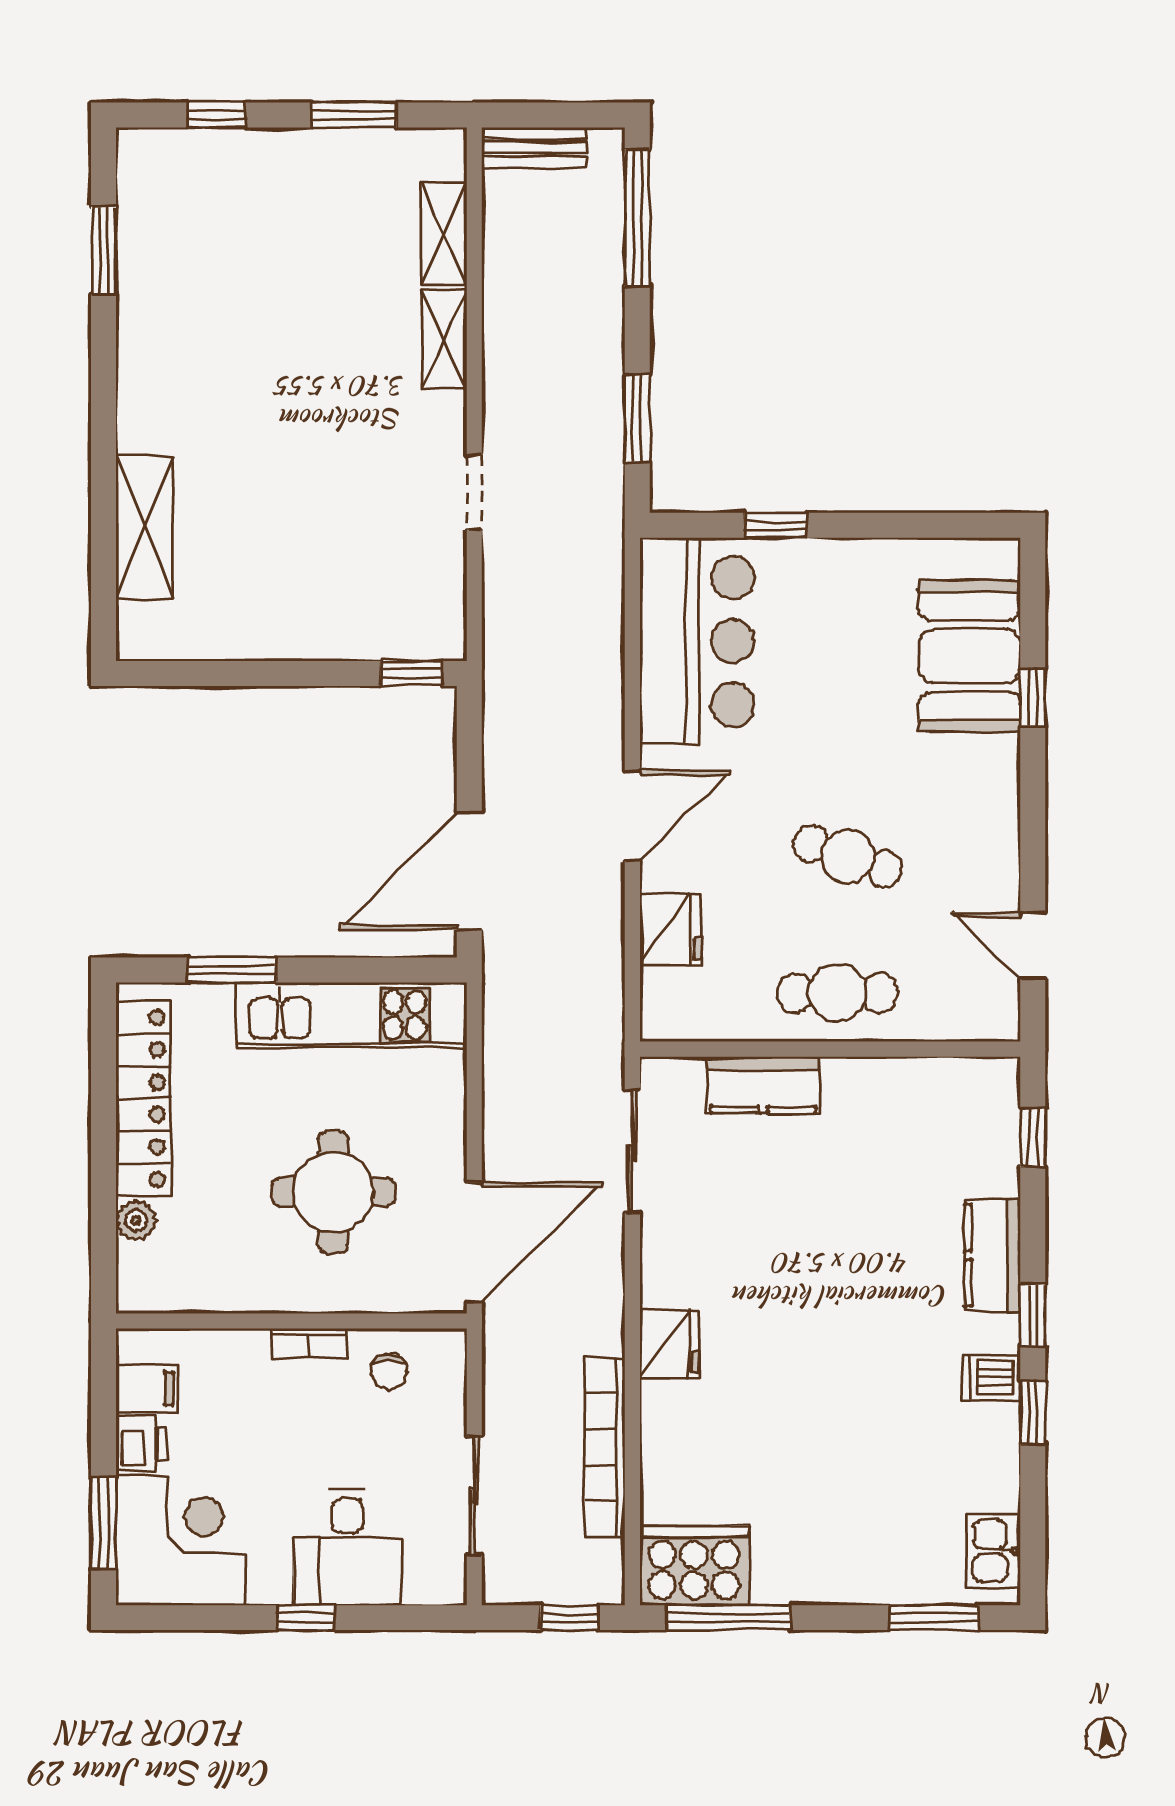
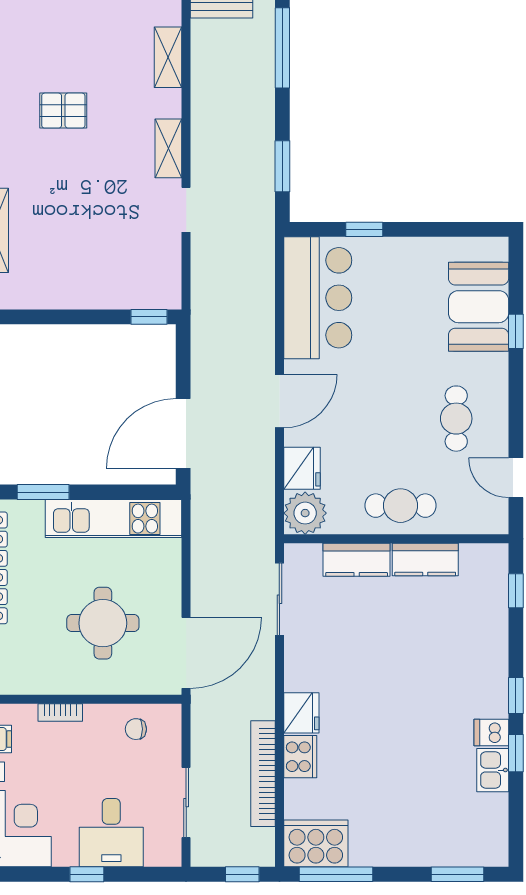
pallet: (266, 324) -> (63, 111), added
shelving: (444, 339) -> (168, 148), moved
cafe table: (848, 856) -> (456, 419), moved, turned 71
plant: (676, 1006) -> (305, 513), added
kitchen counter: (993, 1255) -> (425, 560), moved, turned -90
bookcase: (308, 1343) -> (60, 712), moved
chair: (389, 1372) -> (136, 729), turned 90
cooker: (668, 1418) -> (300, 757), added
kitchen sink: (994, 1551) -> (493, 770), moved

